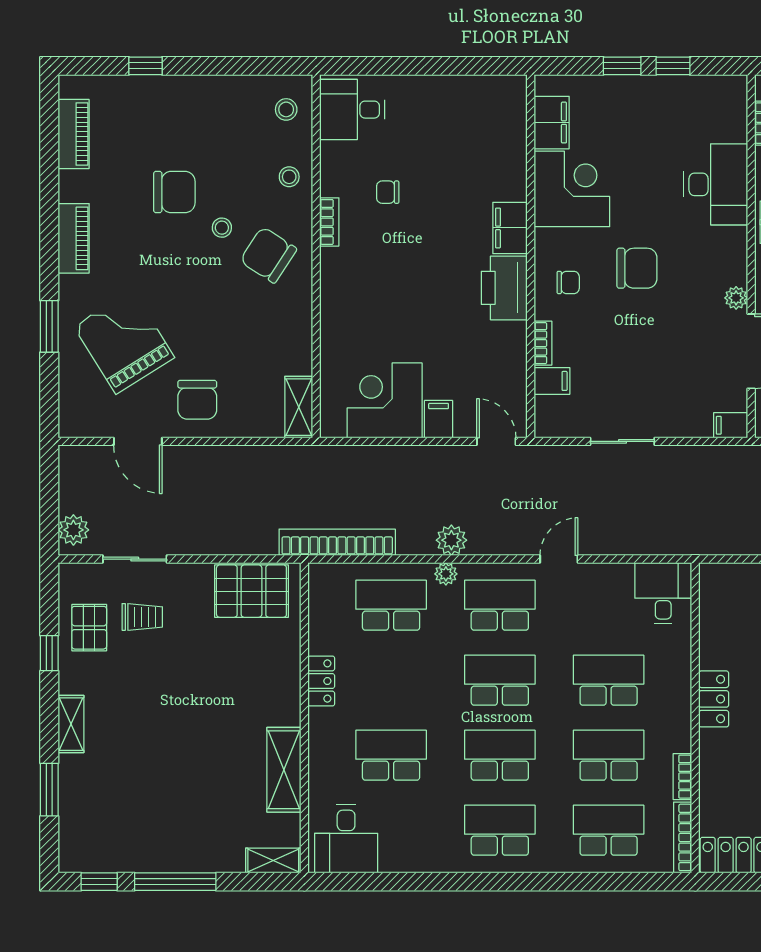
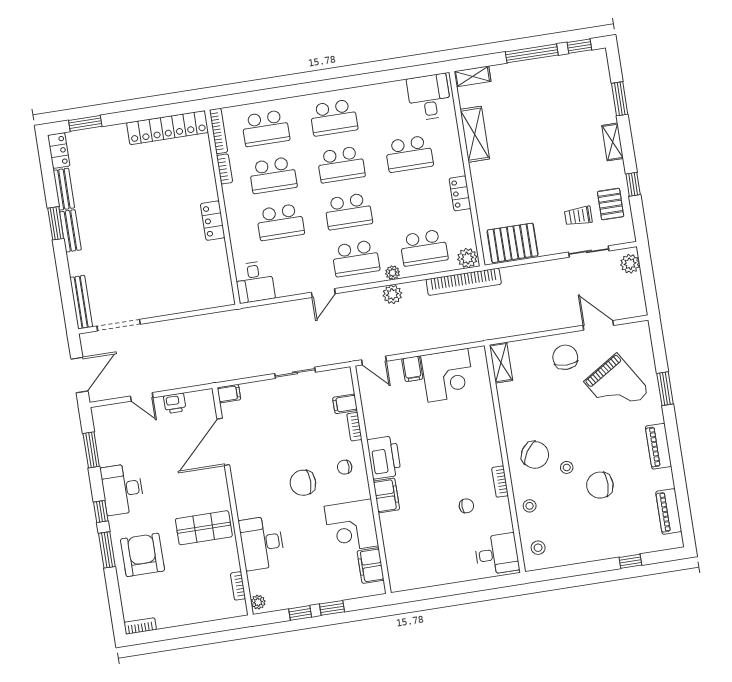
plant: (736, 298) -> (258, 602), moved
plant: (326, 578) -> (467, 258), added

